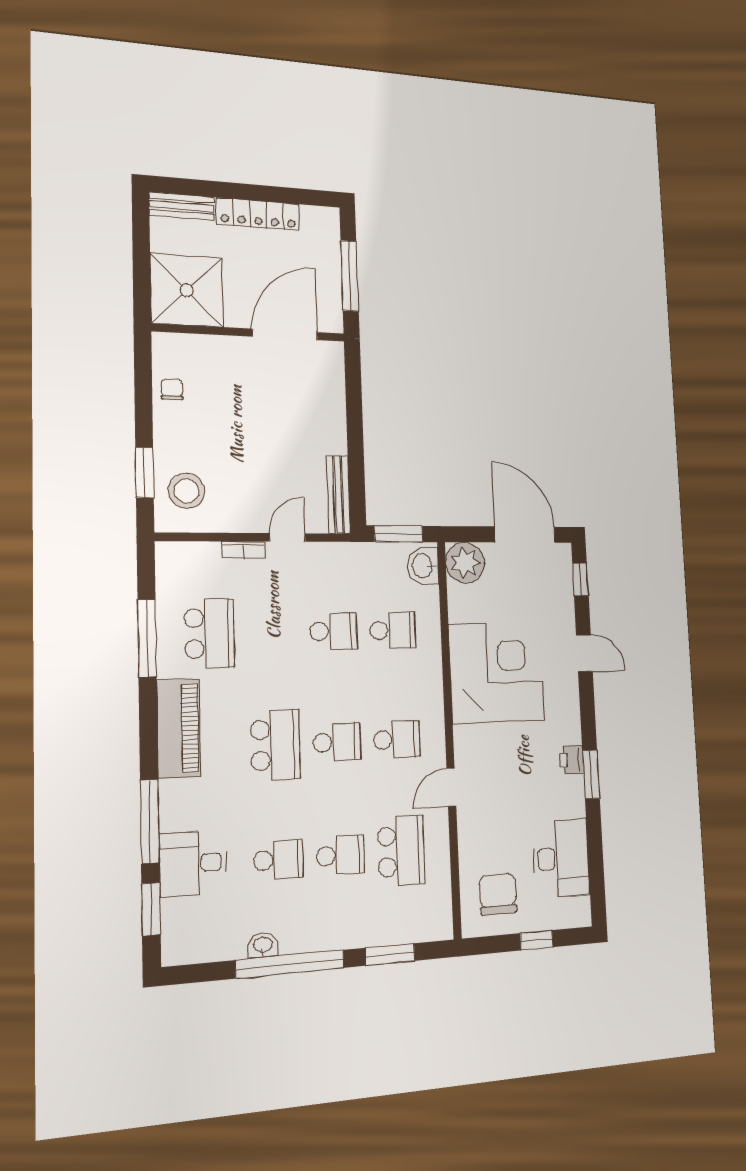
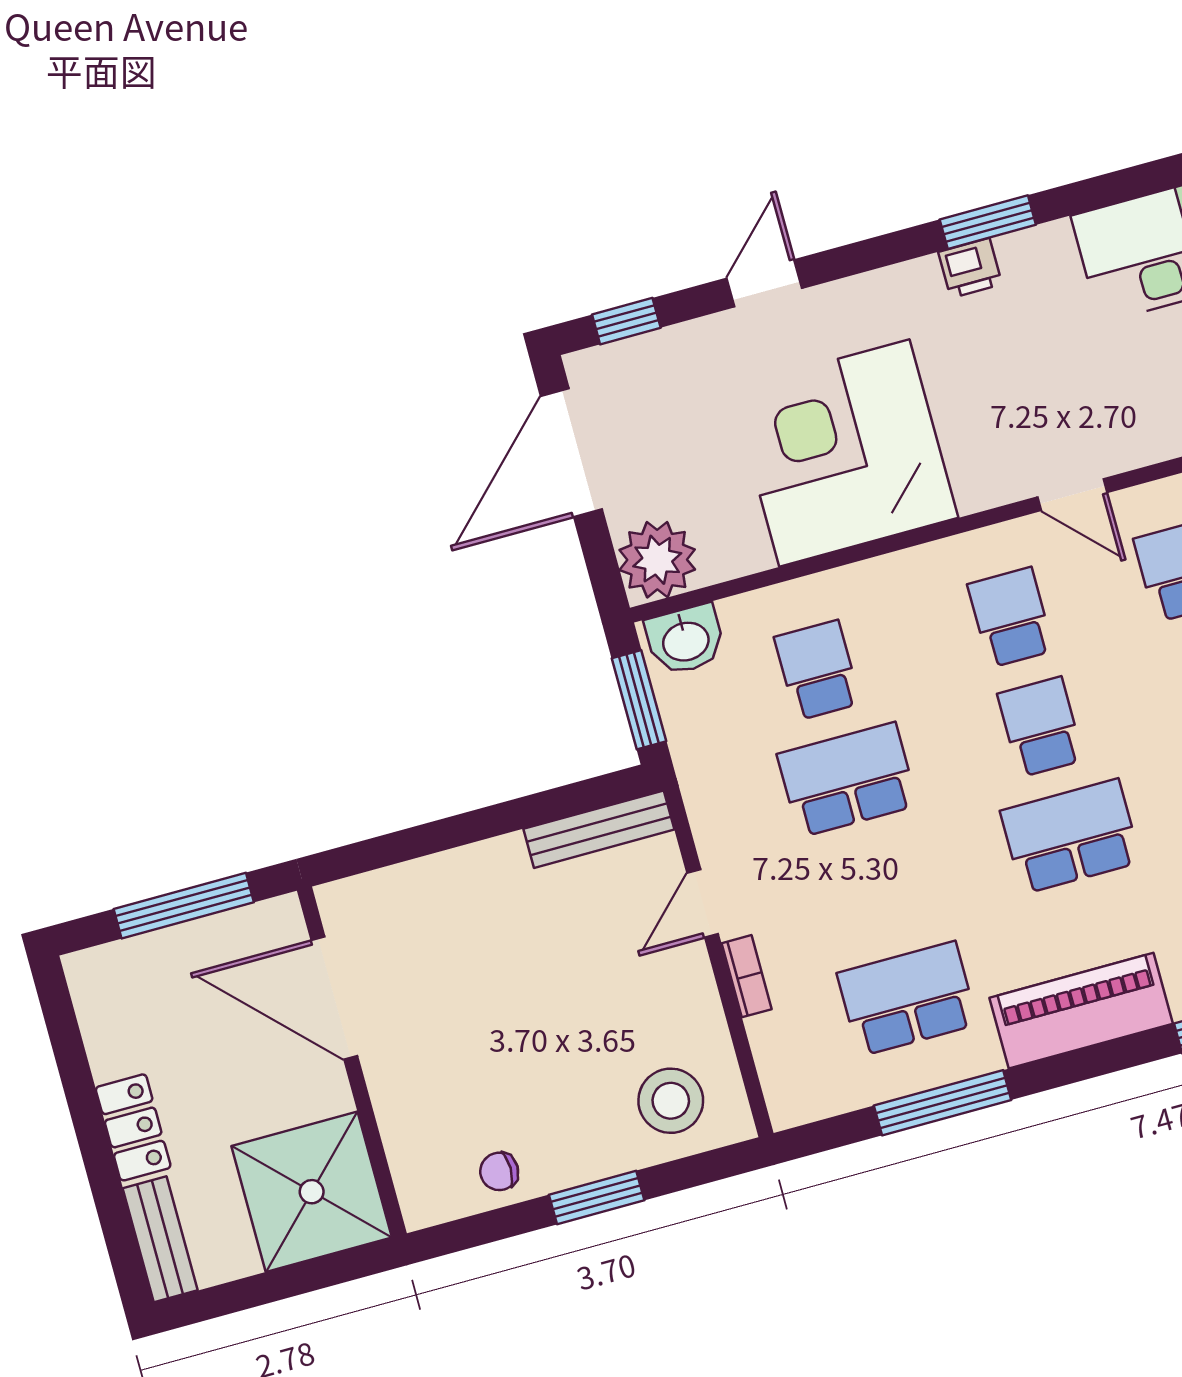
locker: (258, 214) -> (133, 1127), width x0.66
window: (145, 472) -> (597, 1197), moved
door: (287, 537) -> (703, 903), hinge flipped
school desk: (333, 631) -> (847, 780), width x1.85

